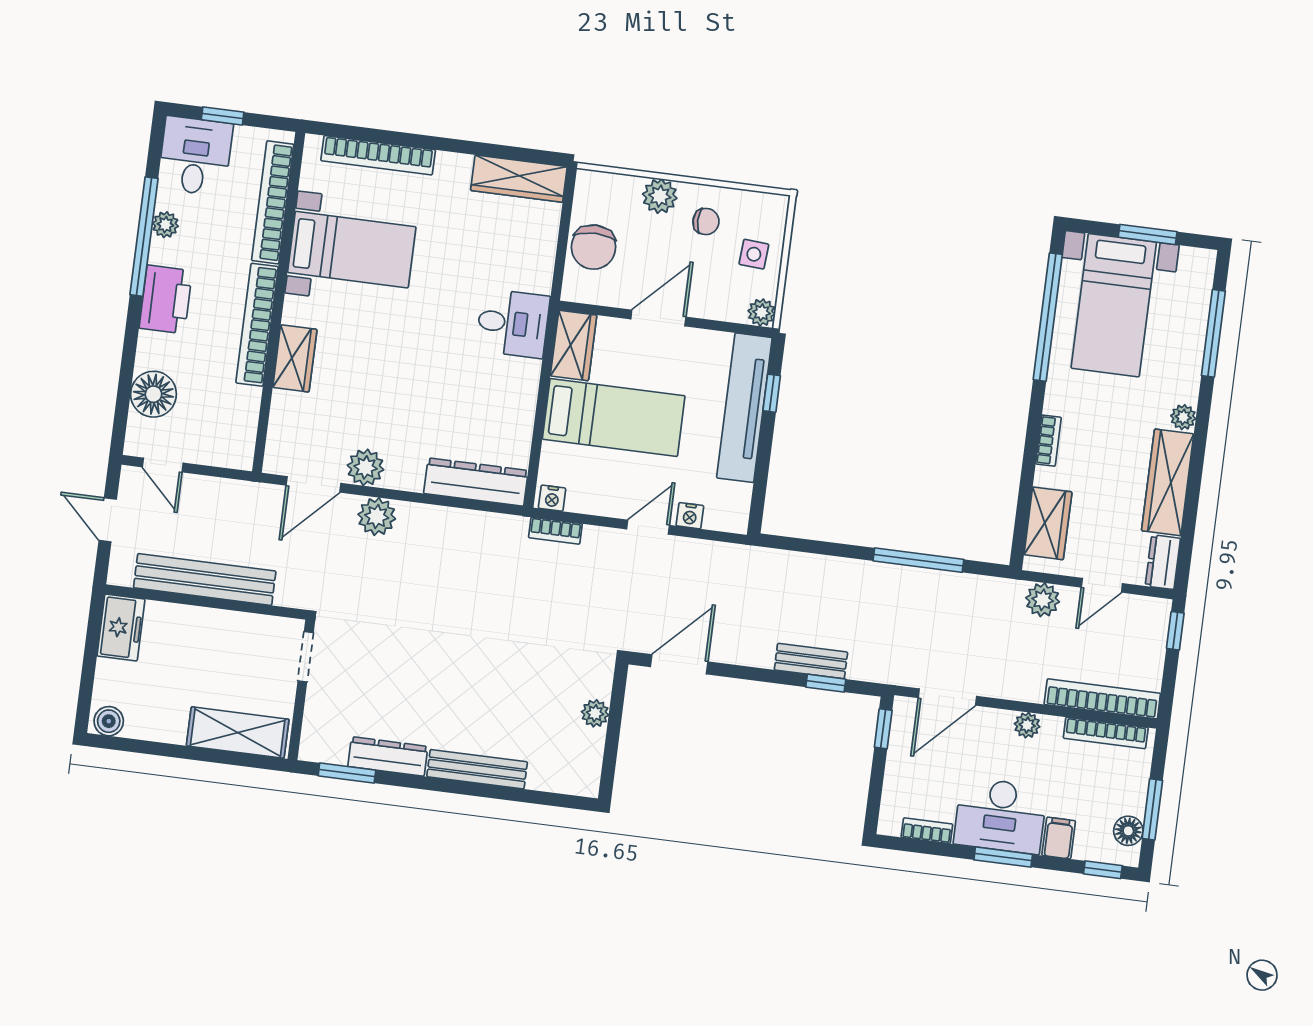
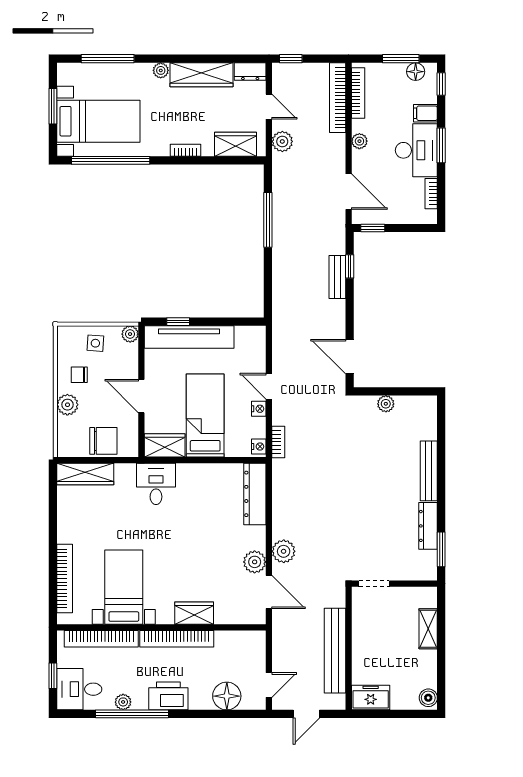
wardrobe: (519, 179) -> (85, 474), moved, turned 90
chair: (706, 221) -> (79, 375), turned -90
nightstand: (690, 516) -> (259, 409), moved
shelving: (238, 733) -> (428, 629), width x0.67, depth x0.75

